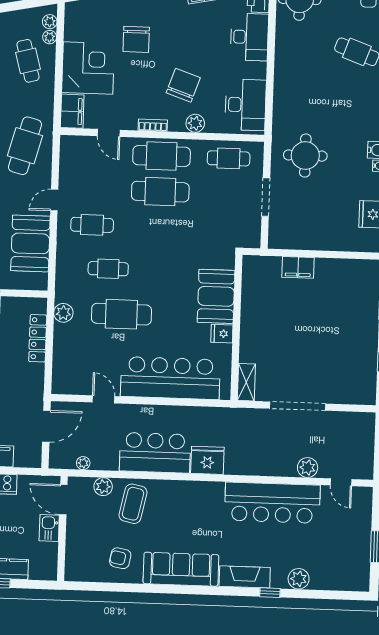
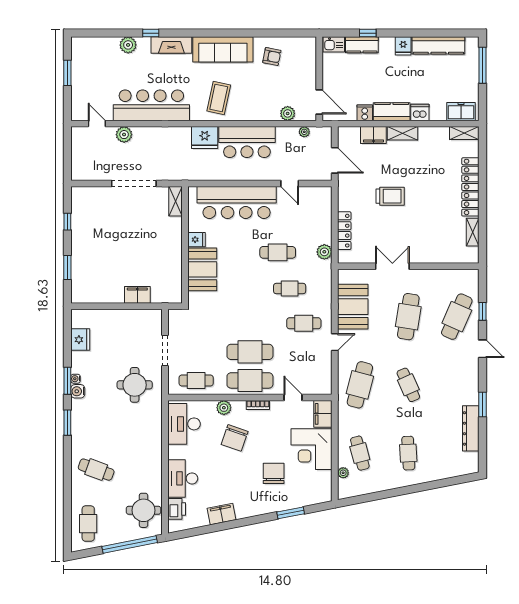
plant: (50, 22) -> (343, 485), removed
cafe table: (121, 314) -> (278, 252), width x0.73, depth x0.74
door: (46, 426) -> (335, 160), swing flipped
coffee table: (133, 504) -> (219, 98), moved
kitchen sink: (49, 528) -> (334, 44), moved, turned 90

